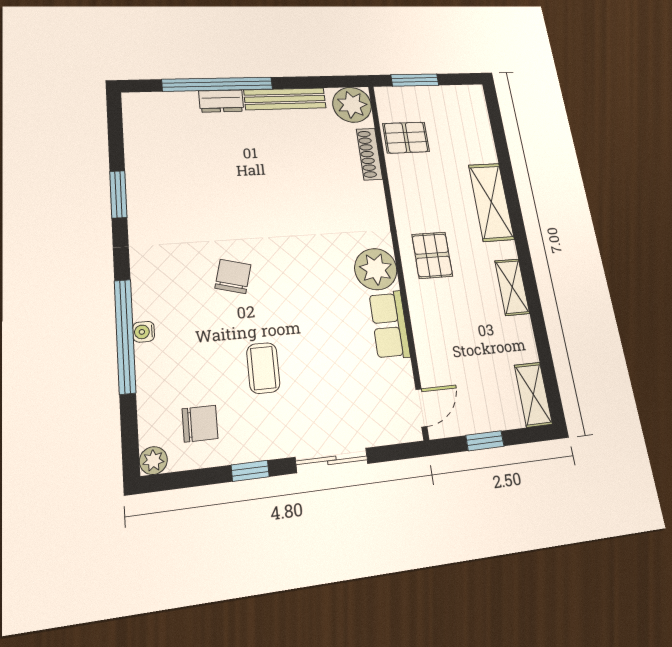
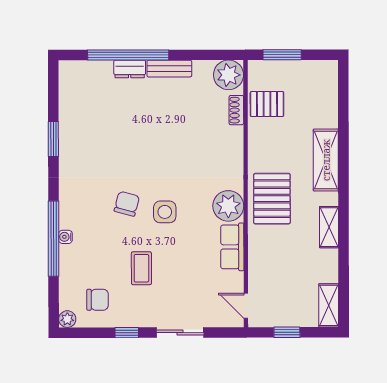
bench: (285, 99) -> (169, 69), width x0.73
shoe rack: (369, 154) -> (236, 110), width x0.70
pallet: (432, 255) -> (272, 199), width x1.50, depth x1.42
side table: (289, 284) -> (165, 212), added
door: (421, 408) -> (246, 306), swing flipped

